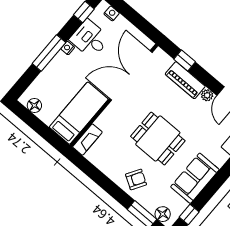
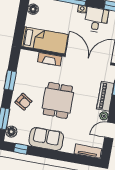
fireplace: (87, 140) -> (50, 59), moved
window: (102, 180) -> (10, 80), added

